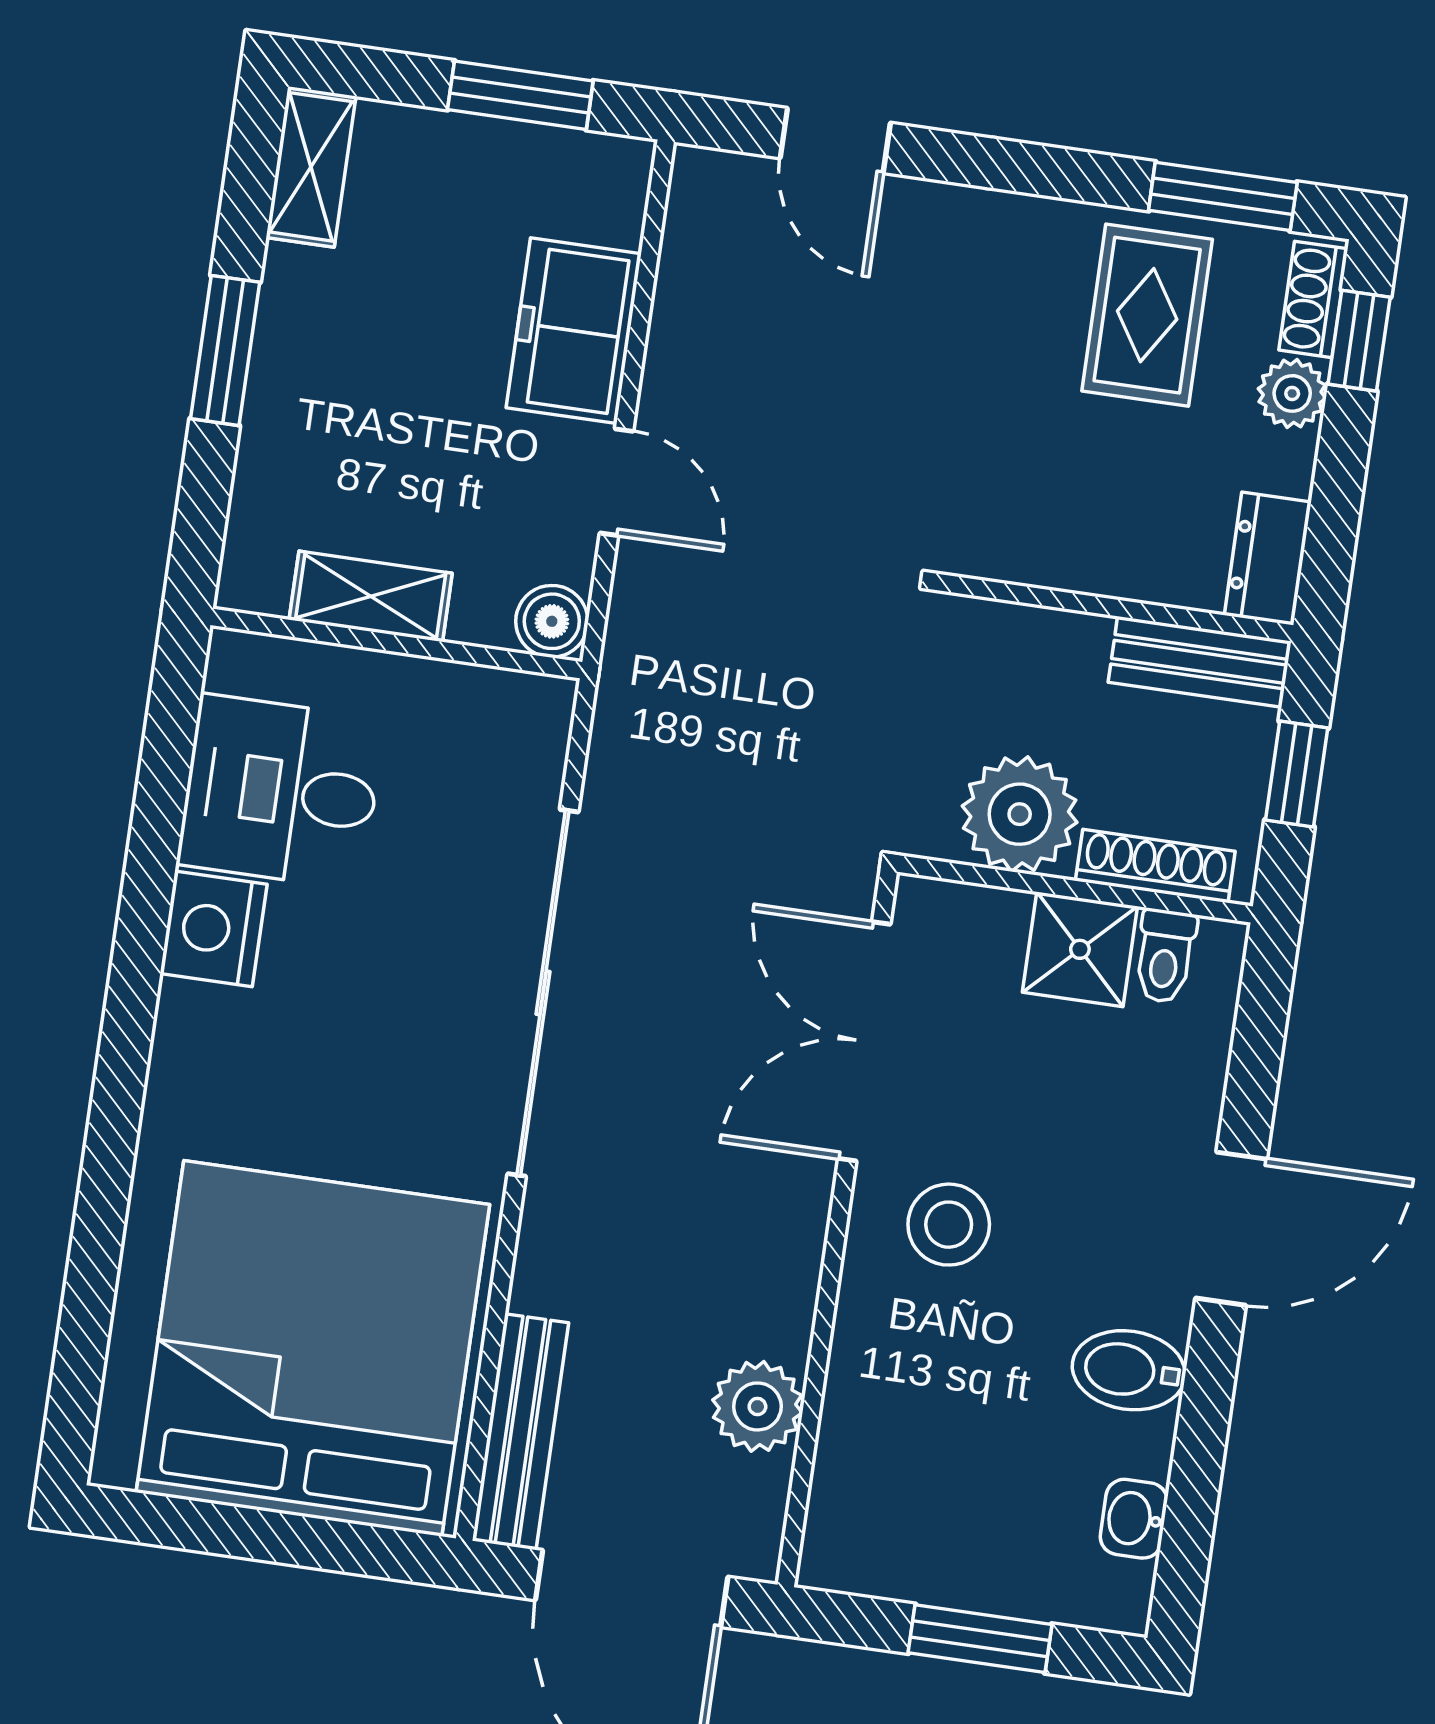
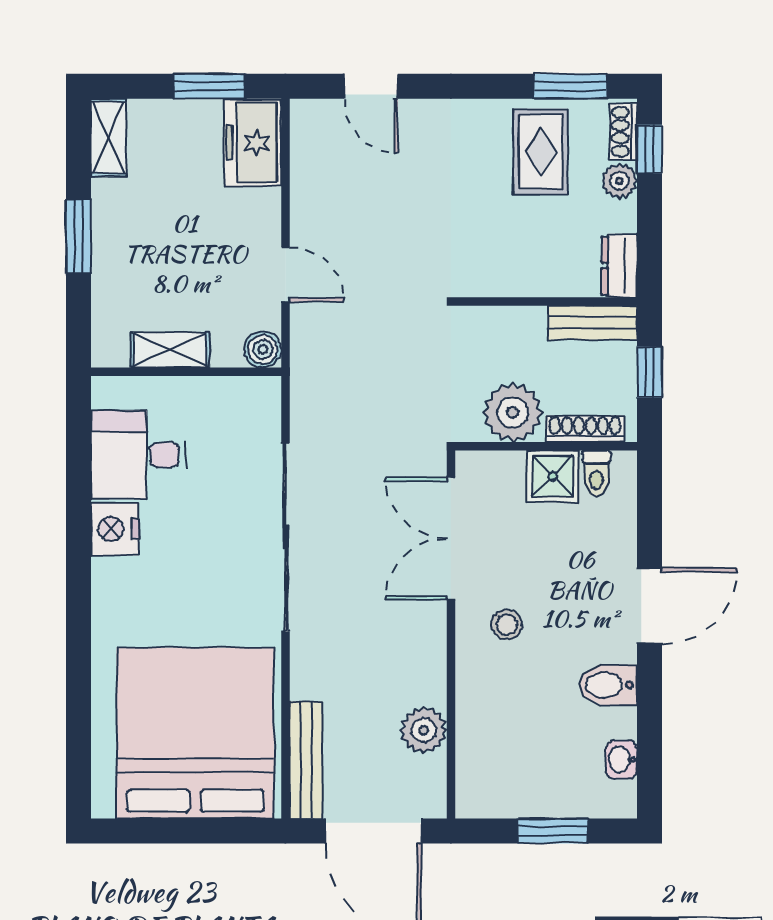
freezer: (574, 331) -> (253, 142), moved
stool: (949, 1225) -> (507, 625), width x0.73, depth x0.73

